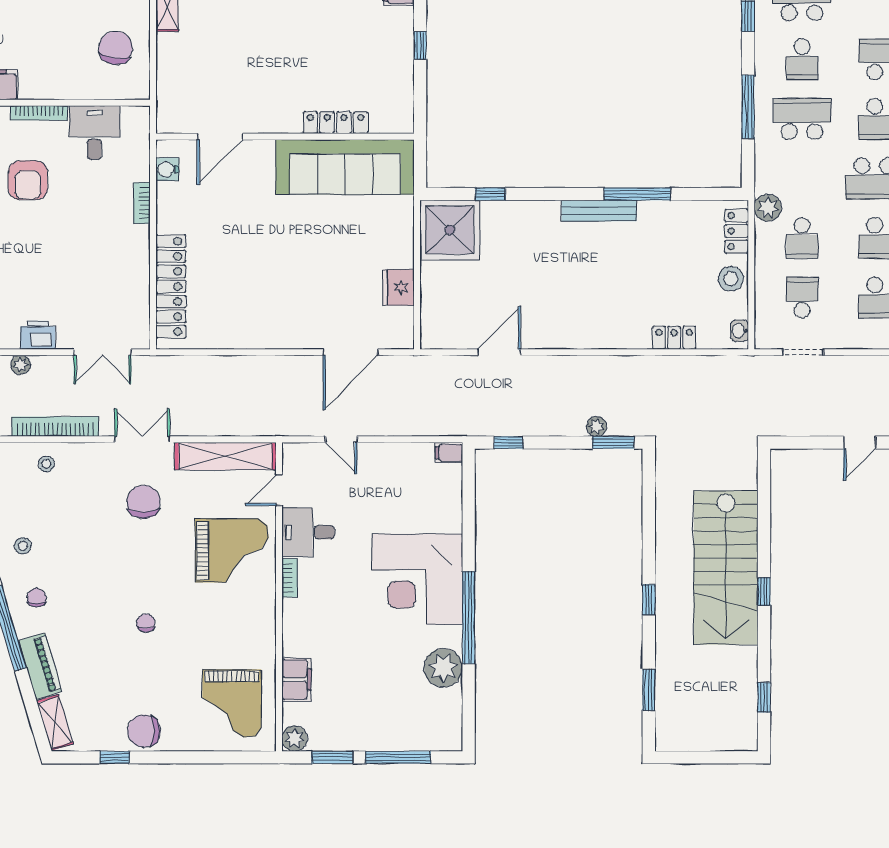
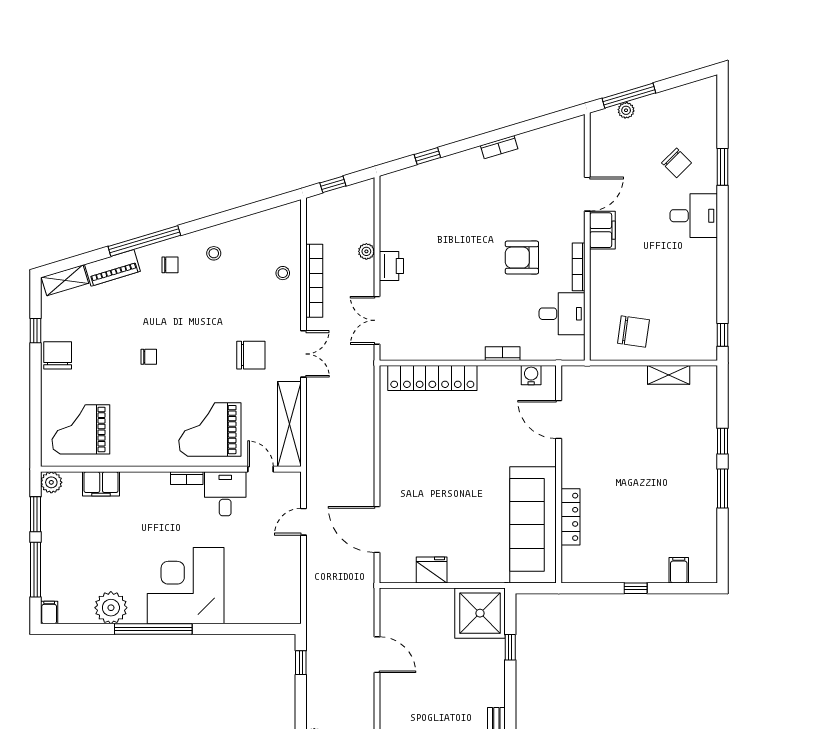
filing cabinet: (449, 453) -> (49, 612), moved
grand piano: (232, 550) -> (210, 430), turned 90

